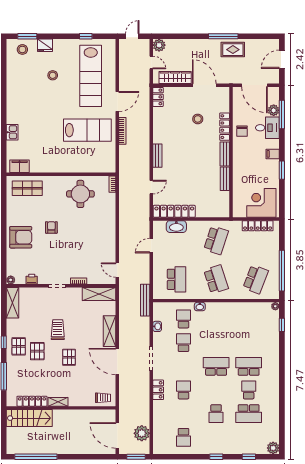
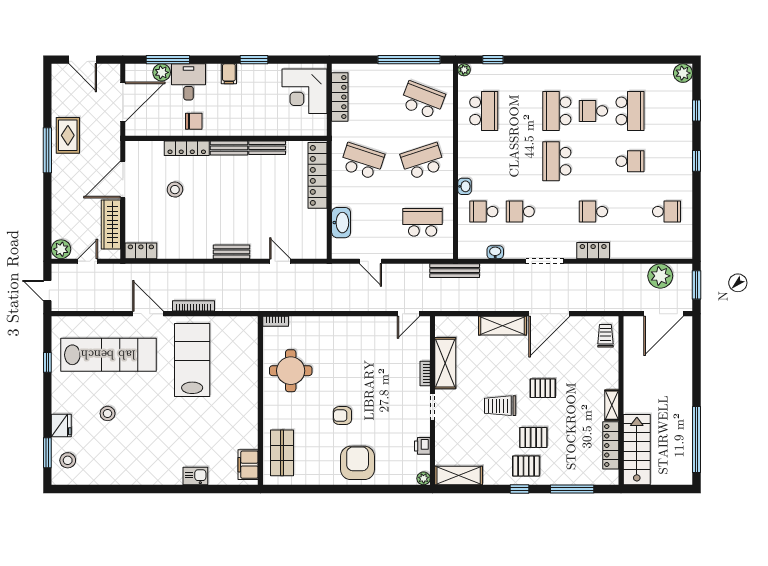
locker: (174, 211) -> (317, 175), moved
shelving: (99, 294) -> (445, 363), moved
school desk: (249, 319) -> (484, 111), added

